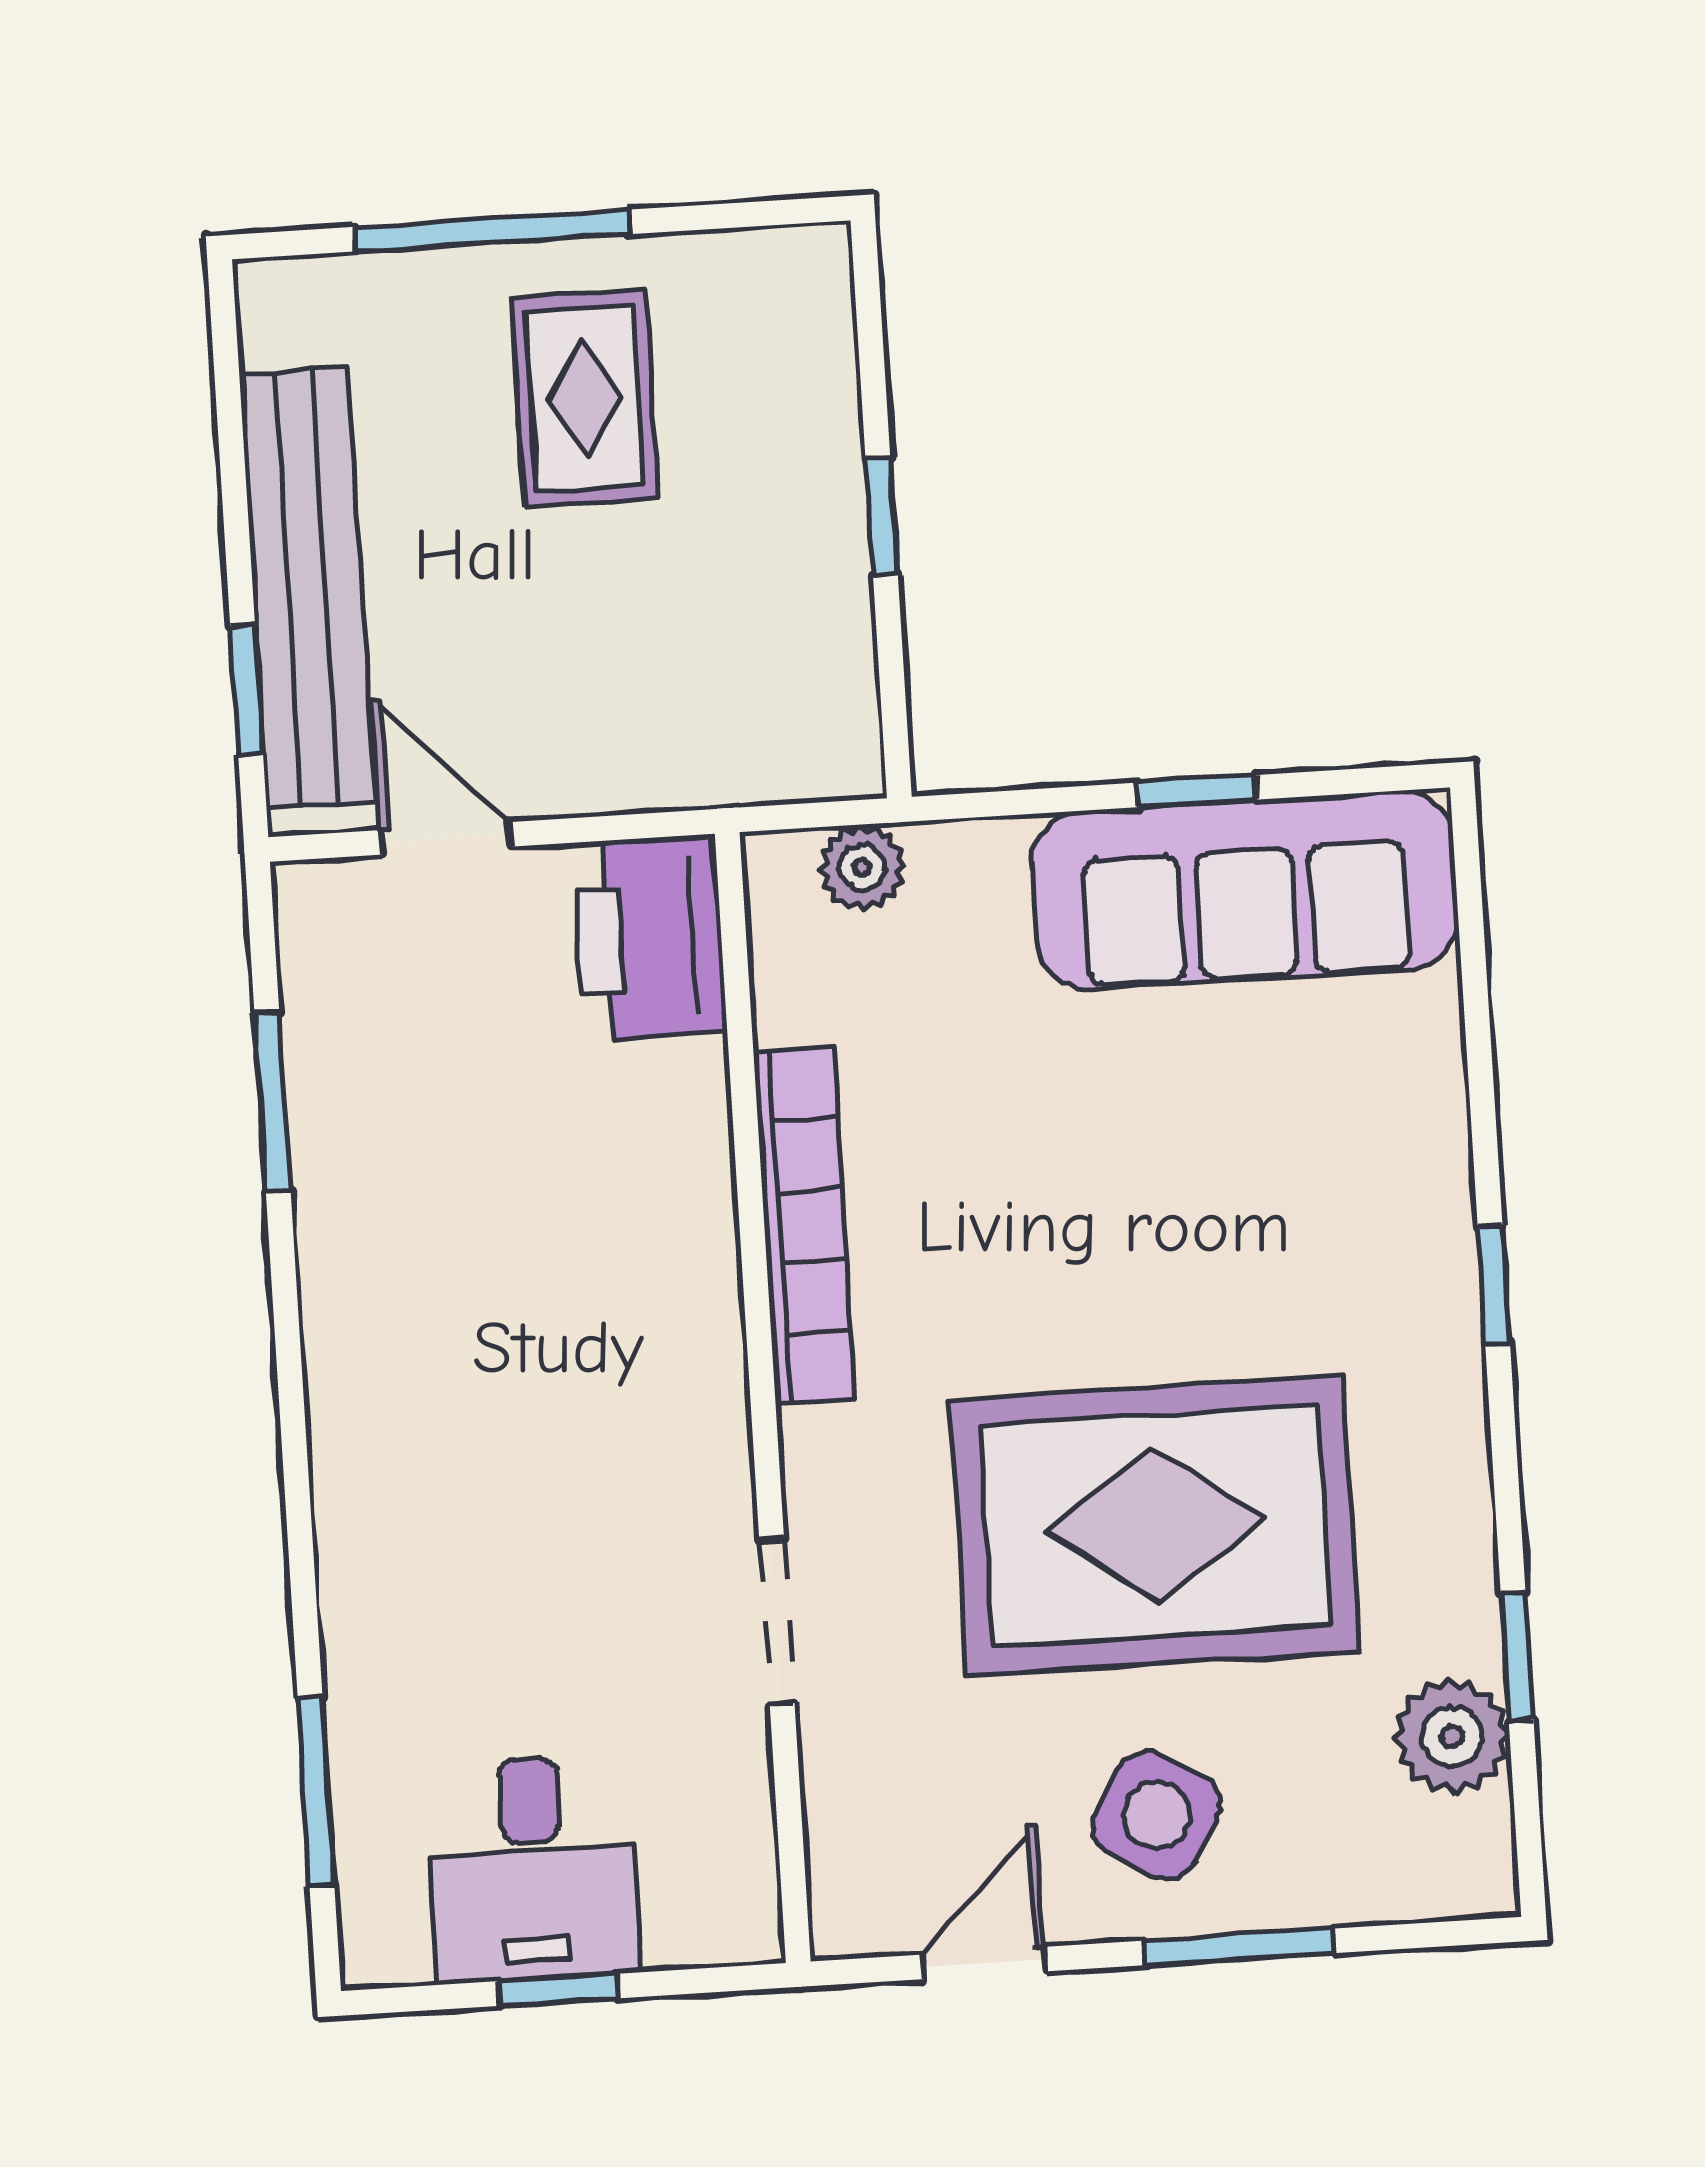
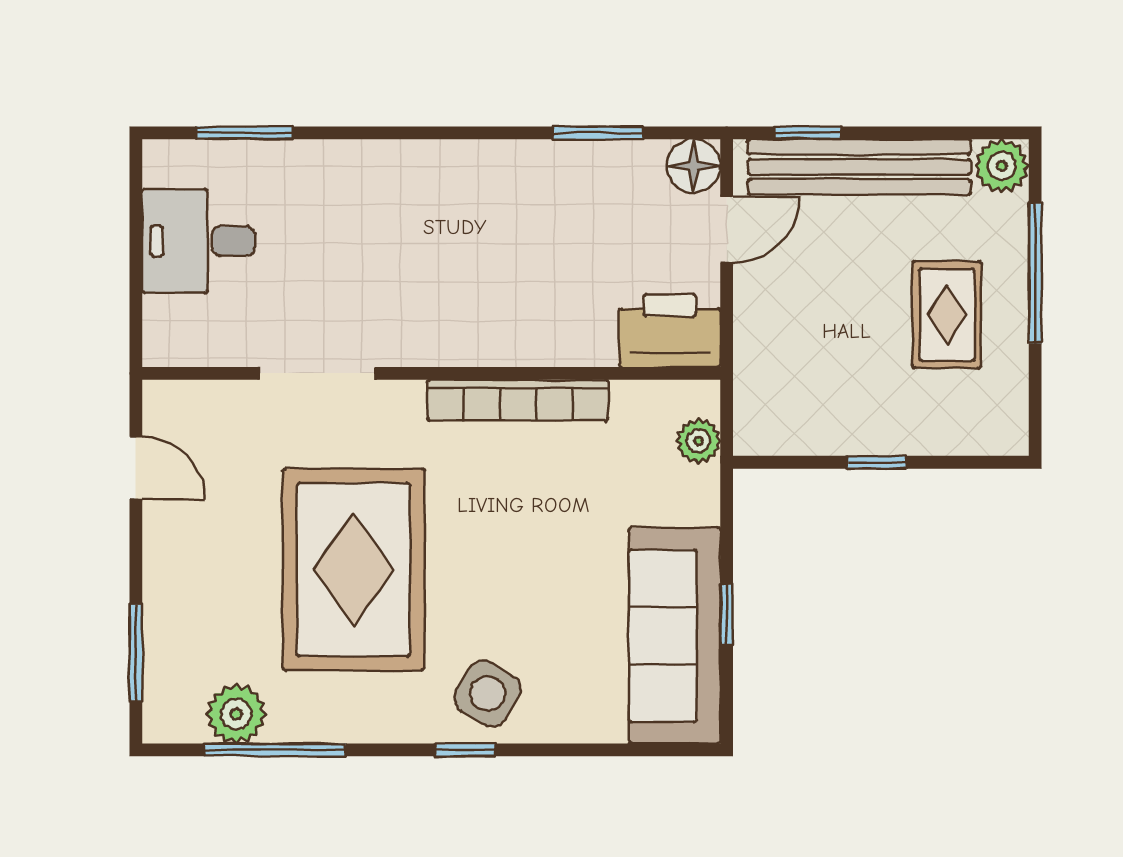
plant: (287, 309) -> (1002, 166), added
rug: (585, 398) -> (947, 315), turned 90
floor lamp: (325, 911) -> (694, 166), added
doorway: (777, 1621) -> (317, 373), width x1.38
window: (1517, 1657) -> (275, 750), width x2.17
side table: (1157, 1815) -> (487, 693), moved
window: (1239, 1947) -> (136, 653), moved
window: (558, 1990) -> (136, 250), removed

